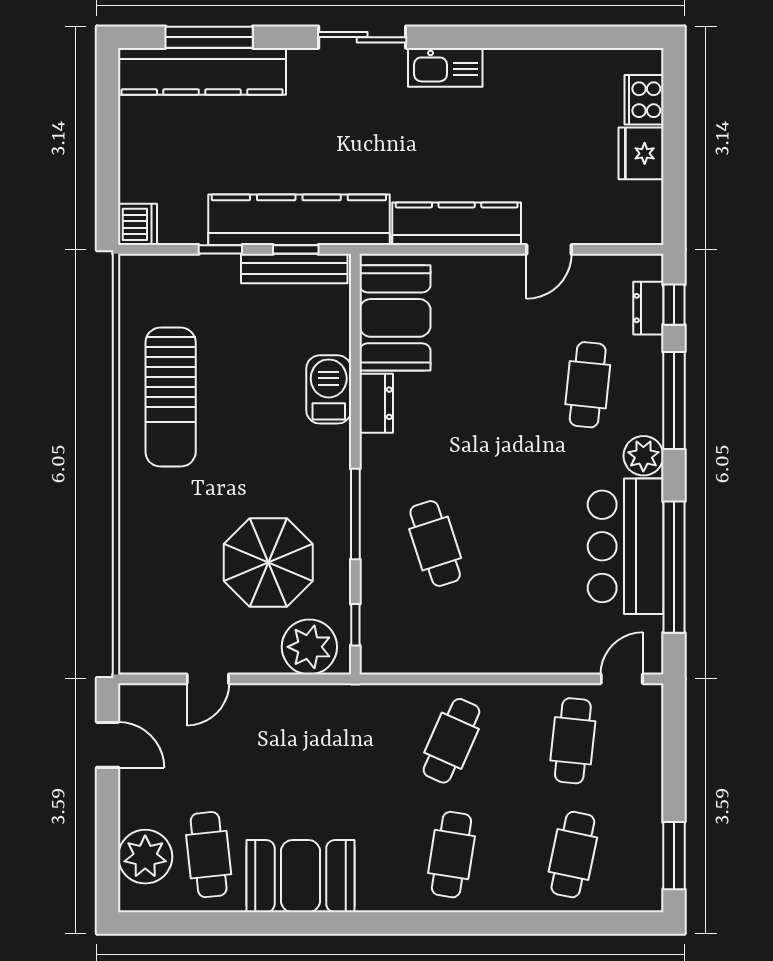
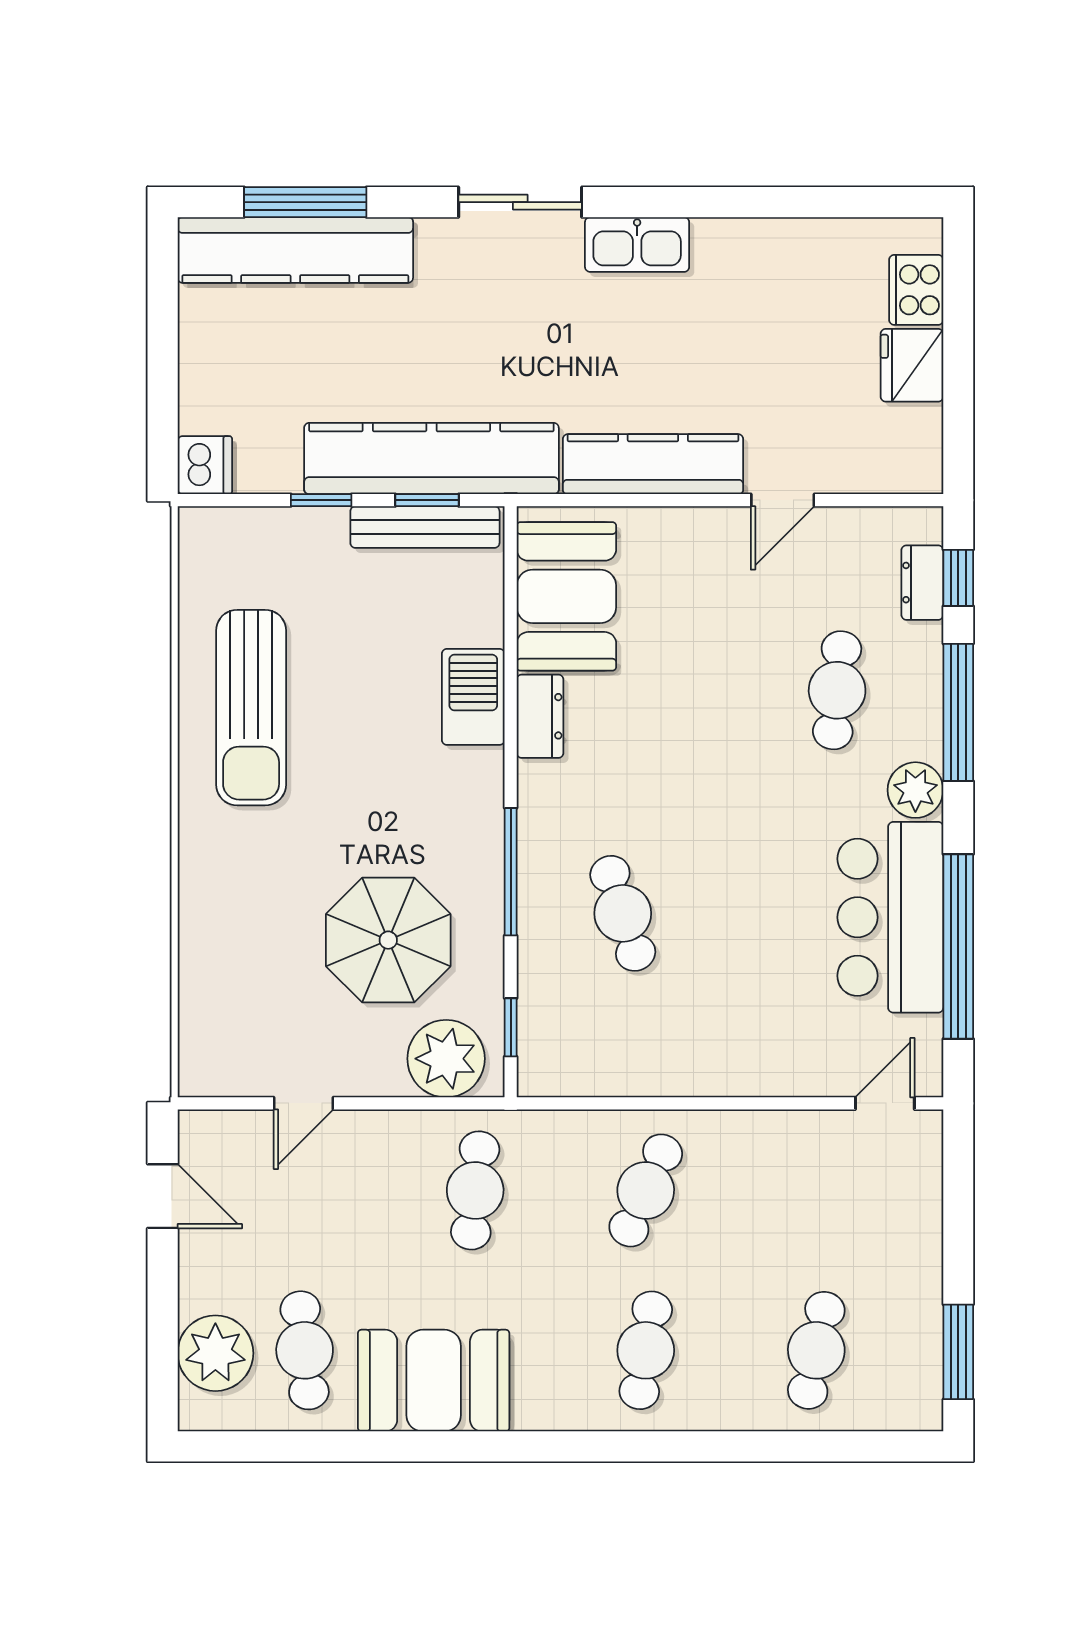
cafe table: (573, 741) -> (475, 1190), moved

